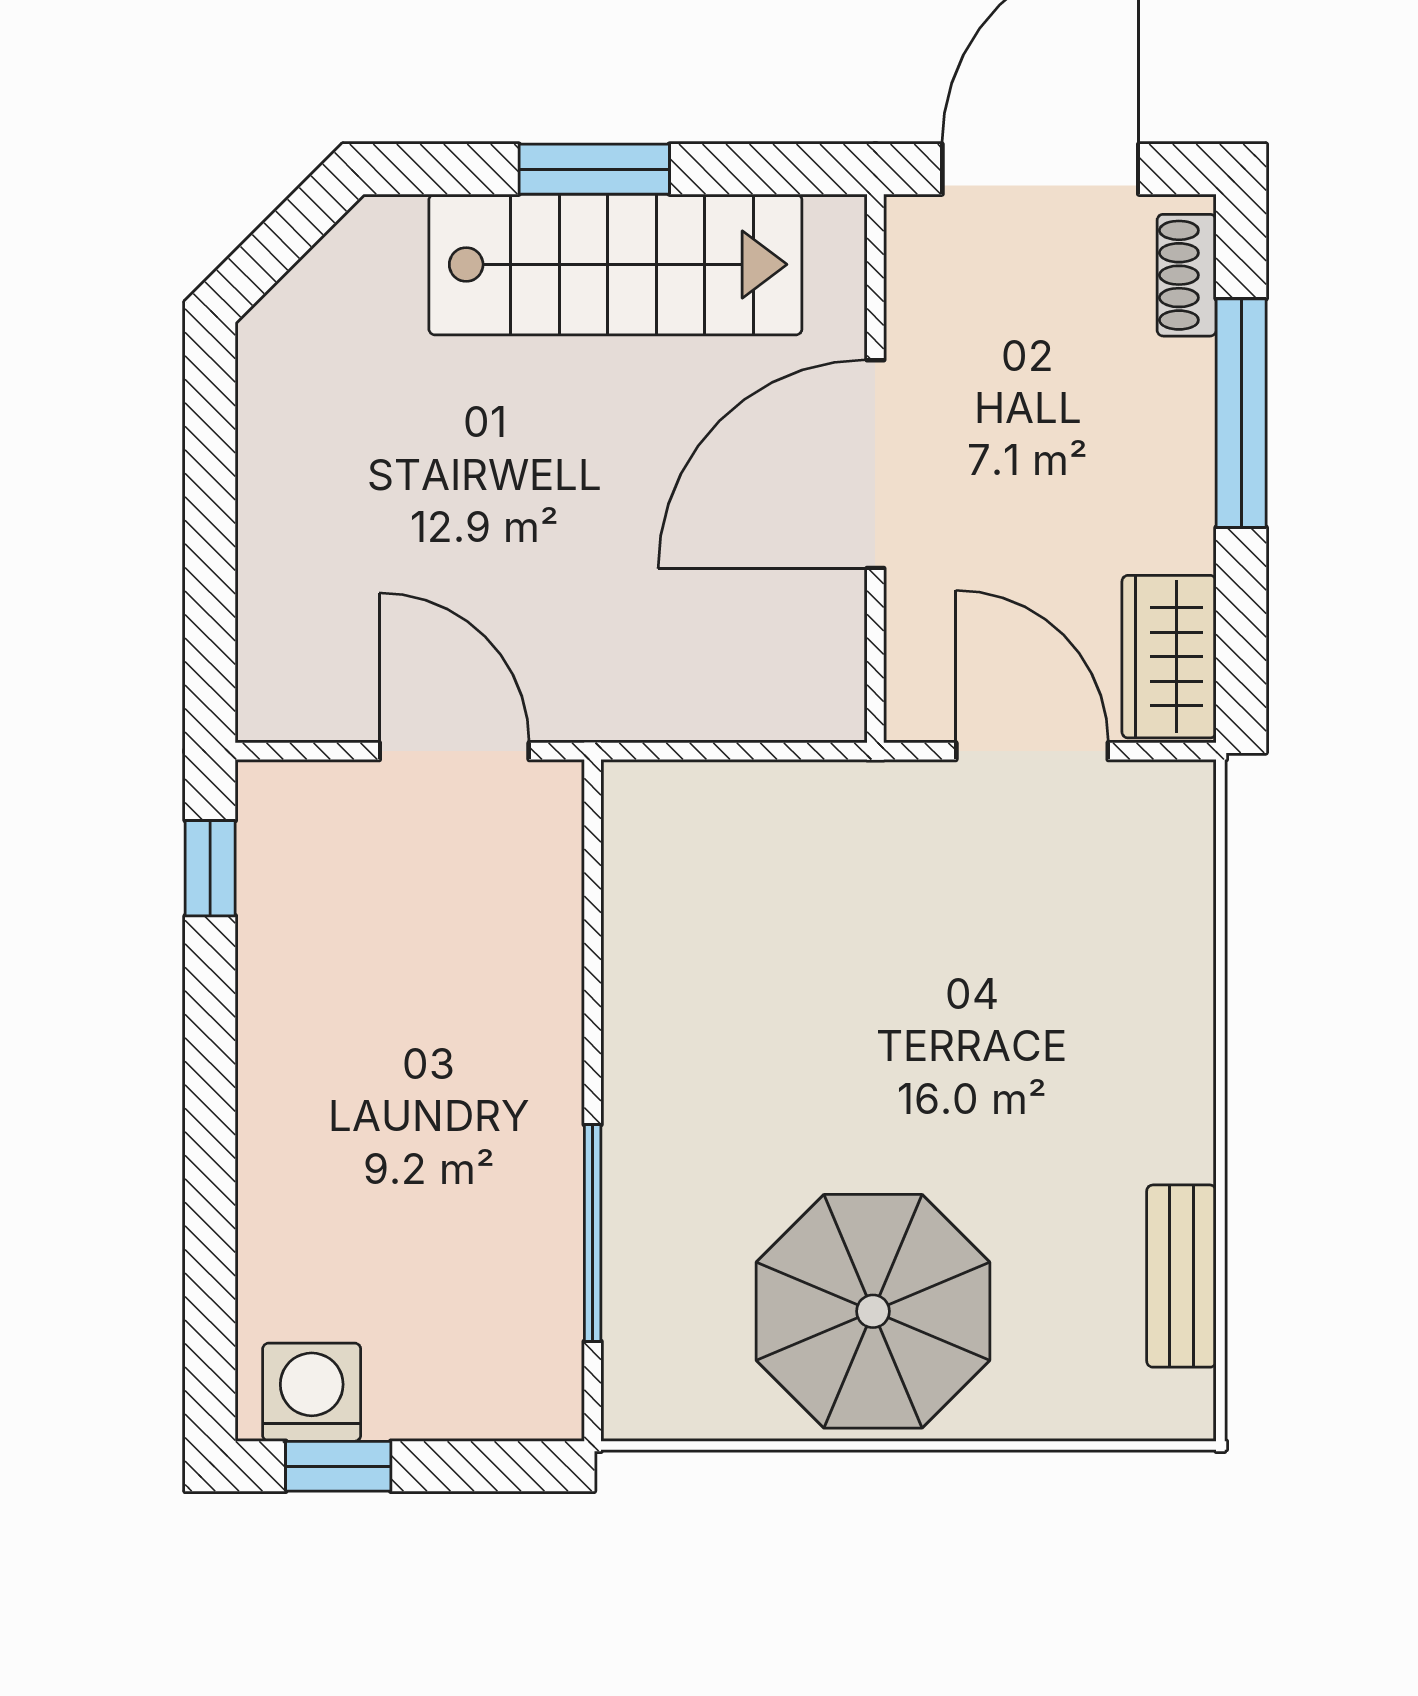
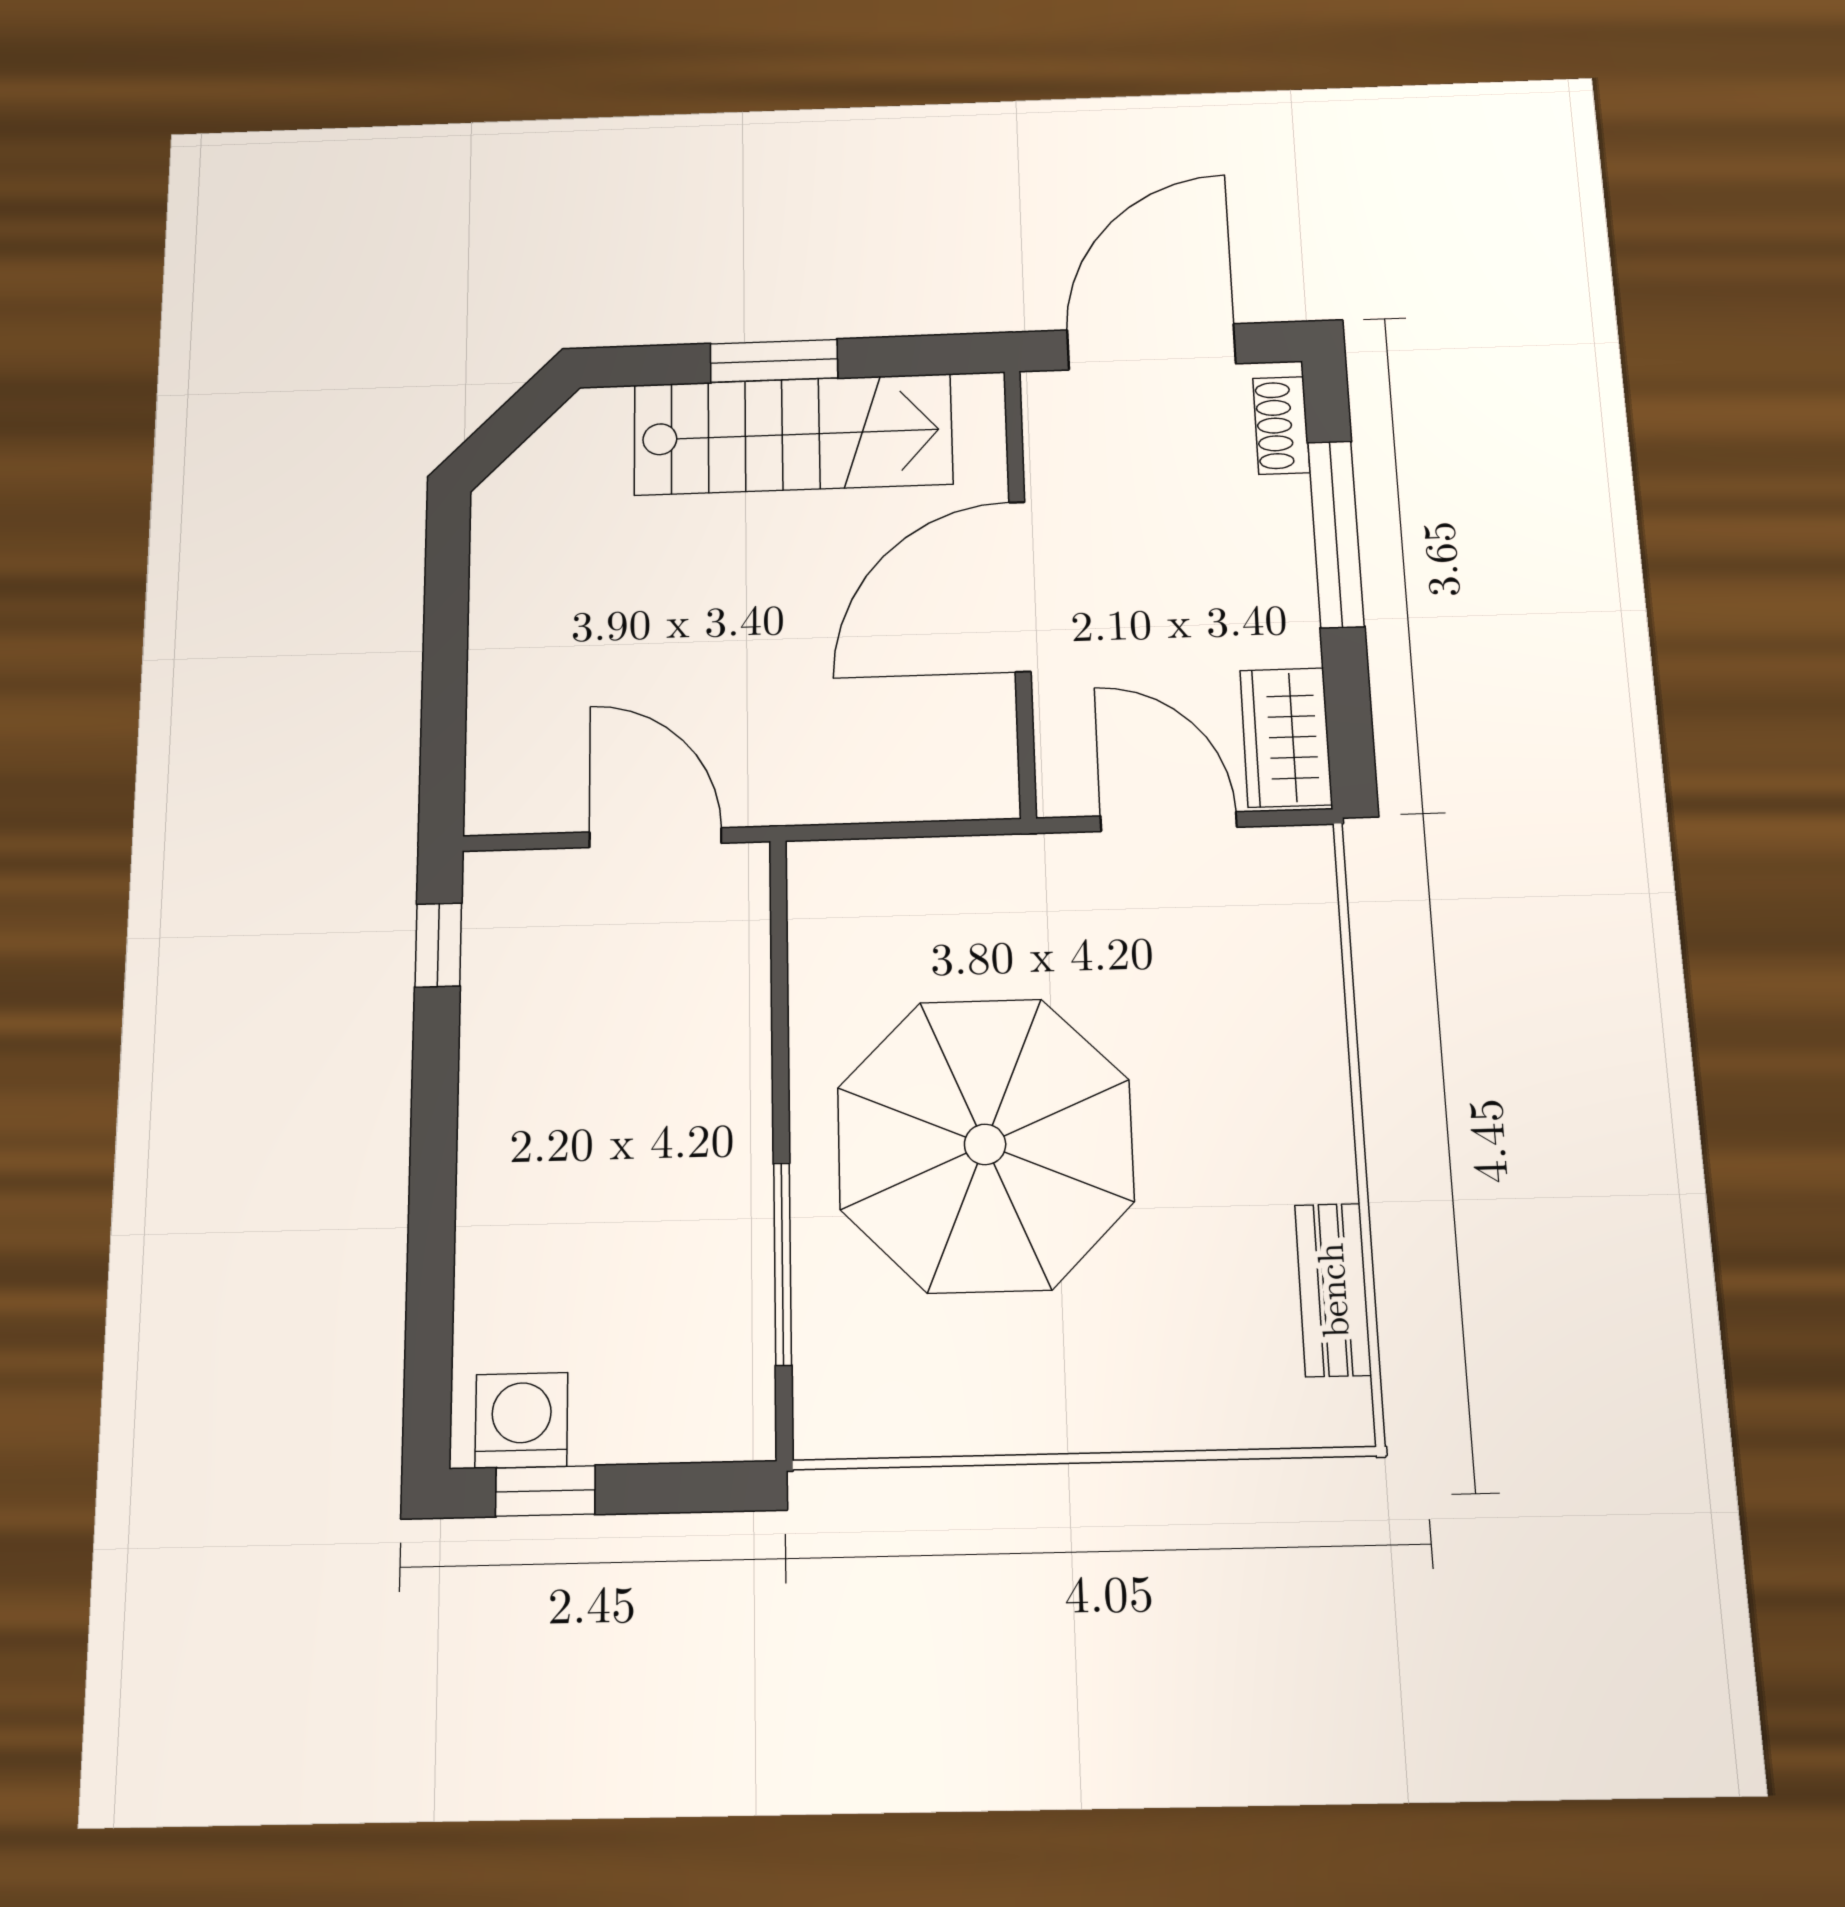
parasol: (873, 1311) -> (985, 1144), moved, width x1.36, depth x1.36

